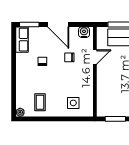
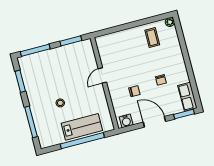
door: (95, 57) -> (102, 75), moved
side table: (73, 103) -> (118, 46), removed

